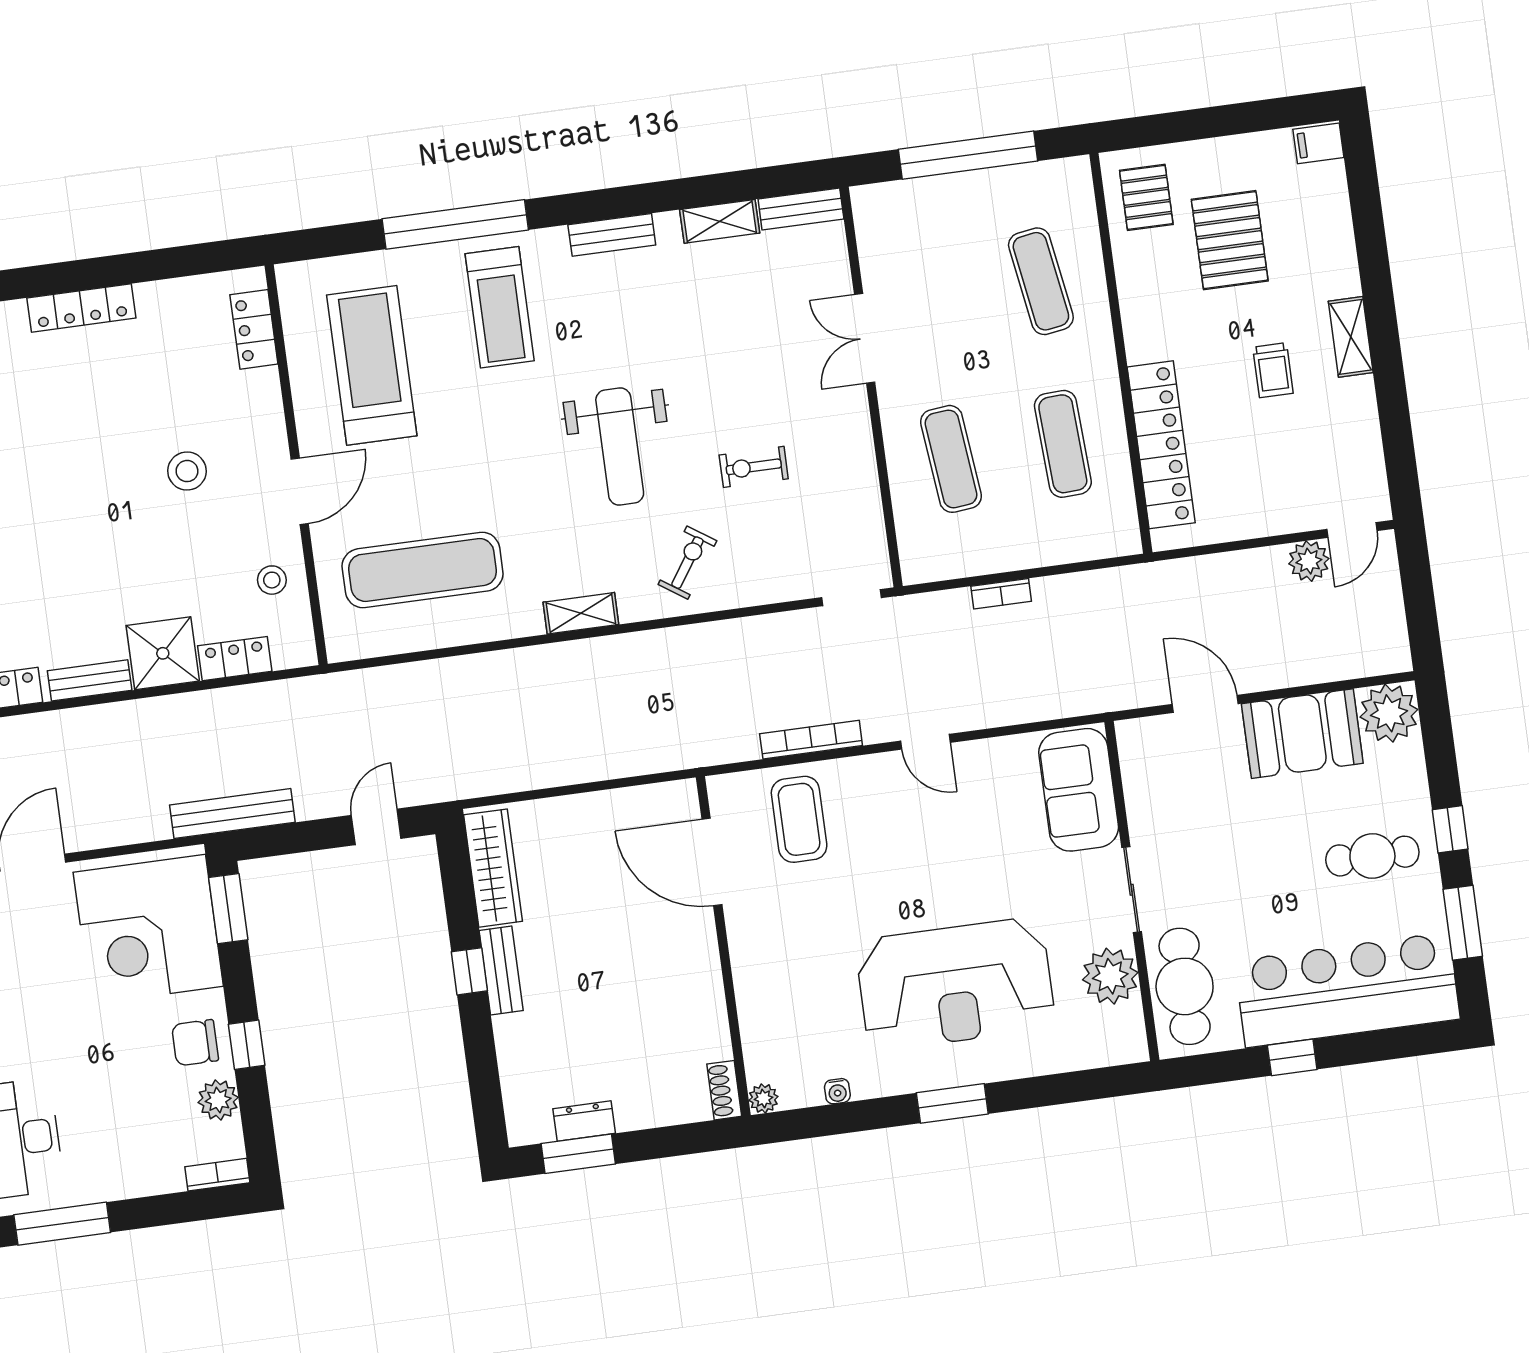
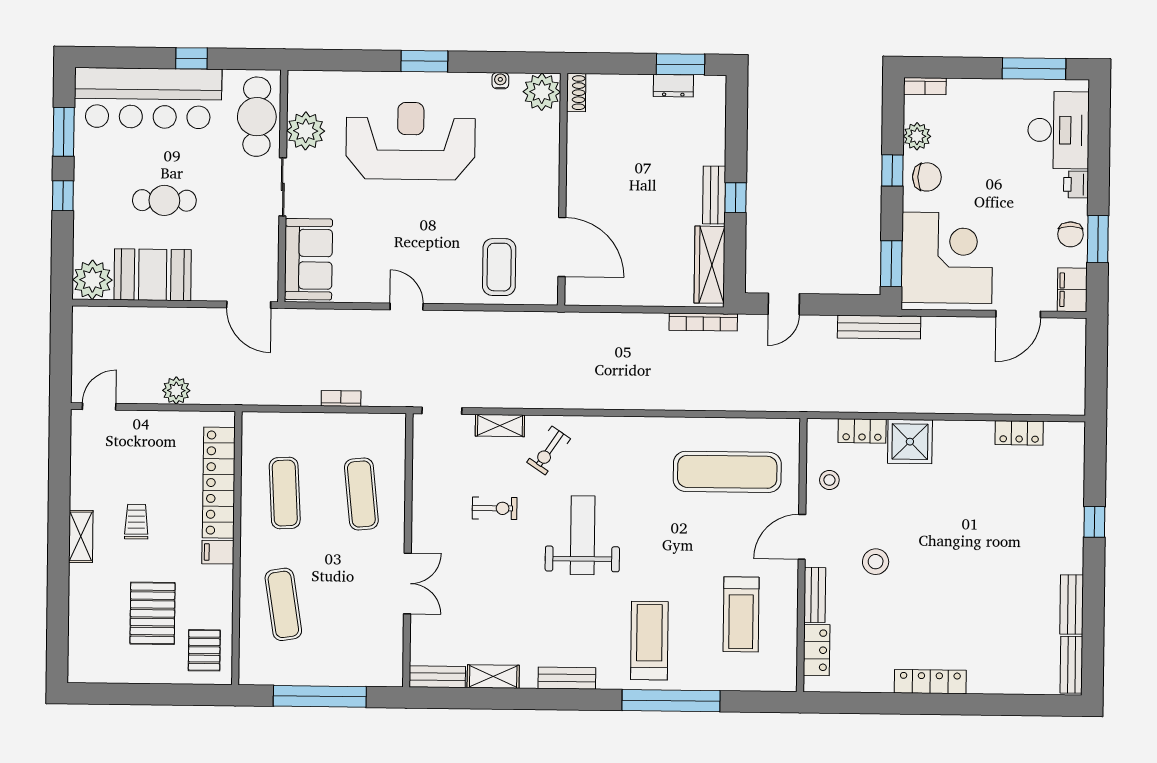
filing cabinet: (1318, 143) -> (218, 552), moved, turned 180
treadmill: (372, 365) -> (741, 614), width x0.73, depth x0.73
plant: (1309, 561) -> (176, 390), moved
shelving: (581, 613) -> (500, 426), moved
bench: (90, 680) -> (815, 595), moved, turned 90
door: (1205, 704) -> (249, 305), moved
bookcase: (811, 740) -> (703, 322), moved
cafe table: (1372, 856) -> (164, 200), moved
plant: (763, 1098) -> (542, 92), width x1.88, depth x1.88

